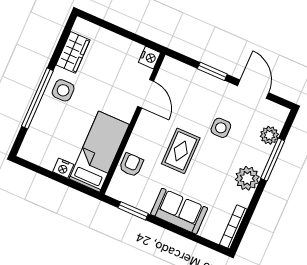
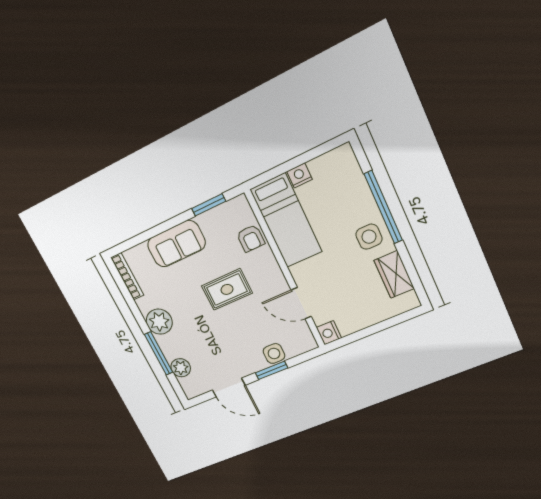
side table: (221, 128) -> (274, 354), moved
rug: (181, 151) -> (227, 289), turned 90

